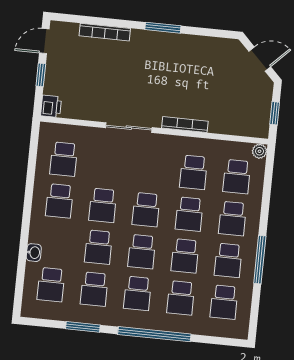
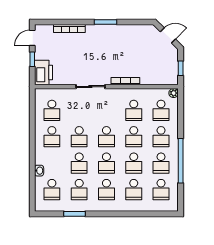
printer: (51, 106) -> (43, 72), width x1.87, depth x1.48
window: (260, 260) -> (181, 161), width x1.46
window: (154, 334) -> (120, 214), removed

